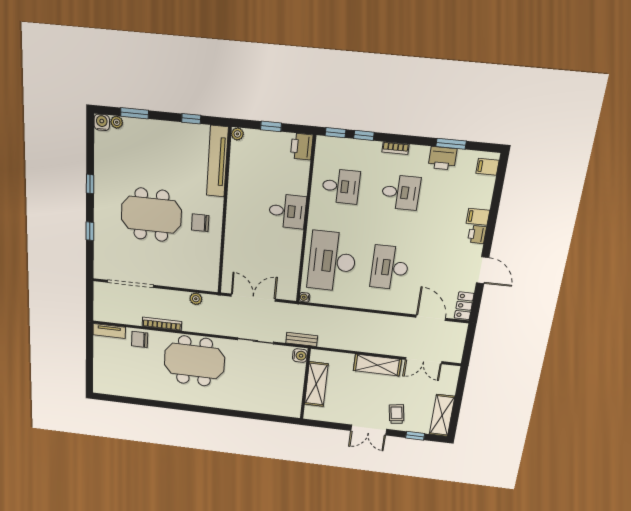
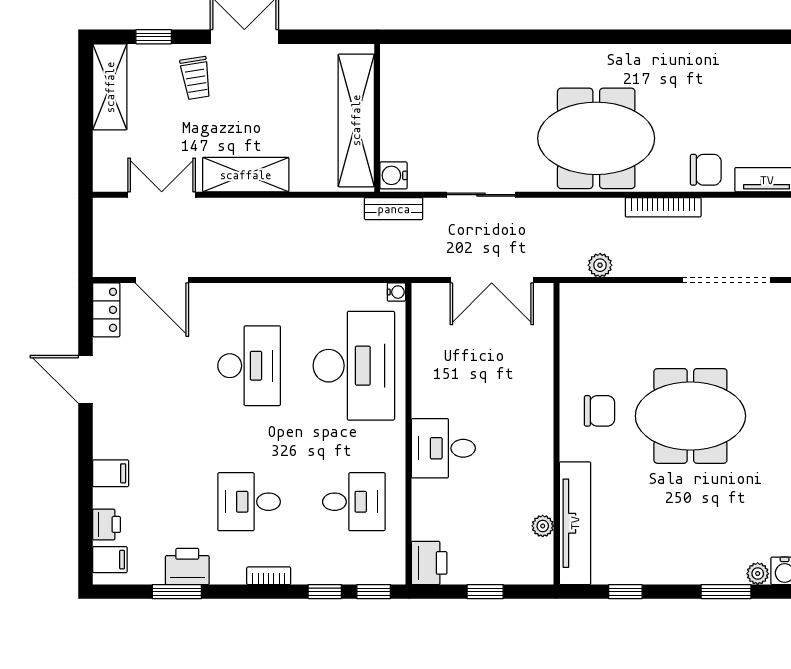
plant: (237, 134) -> (543, 526), moved
desk: (341, 186) -> (354, 502), turned 180
printer: (477, 234) -> (107, 524), moved
shelving: (316, 384) -> (356, 120), width x1.47

